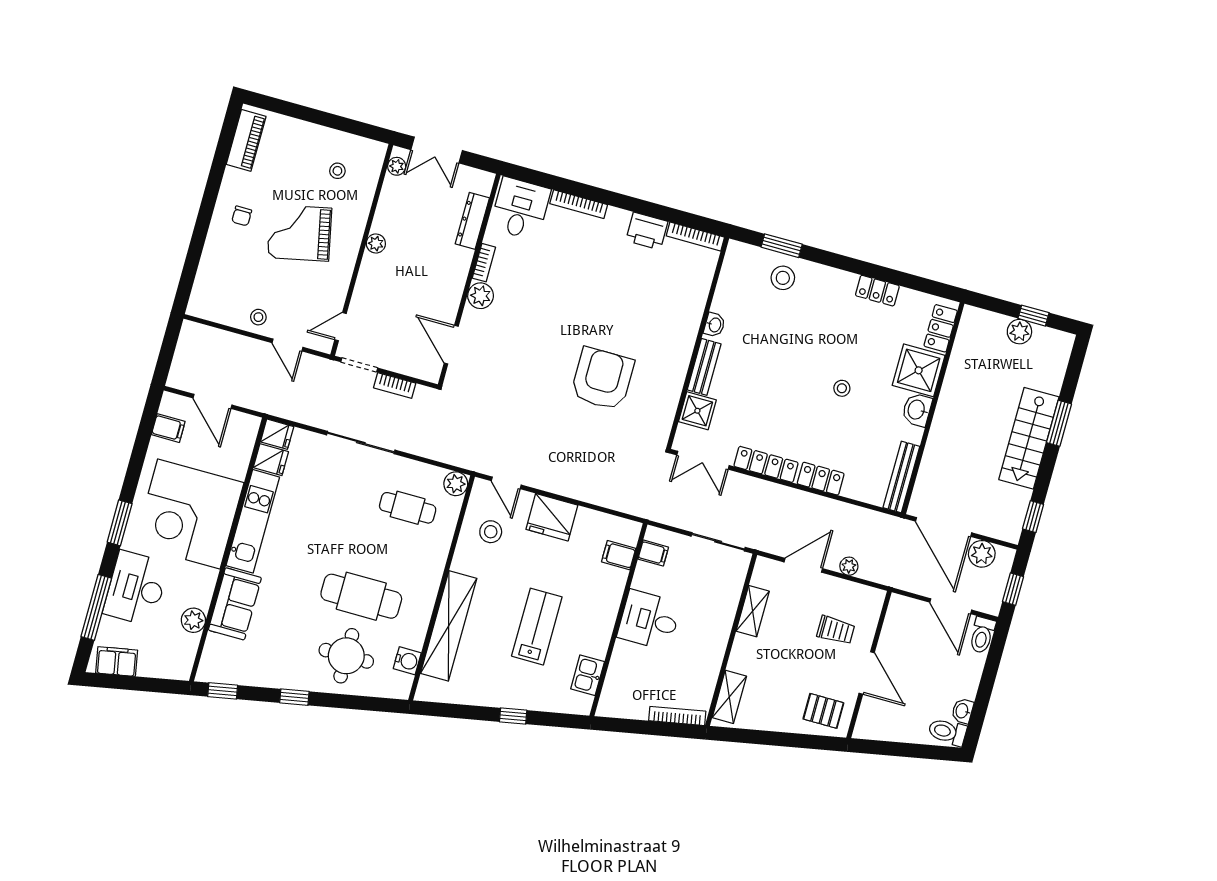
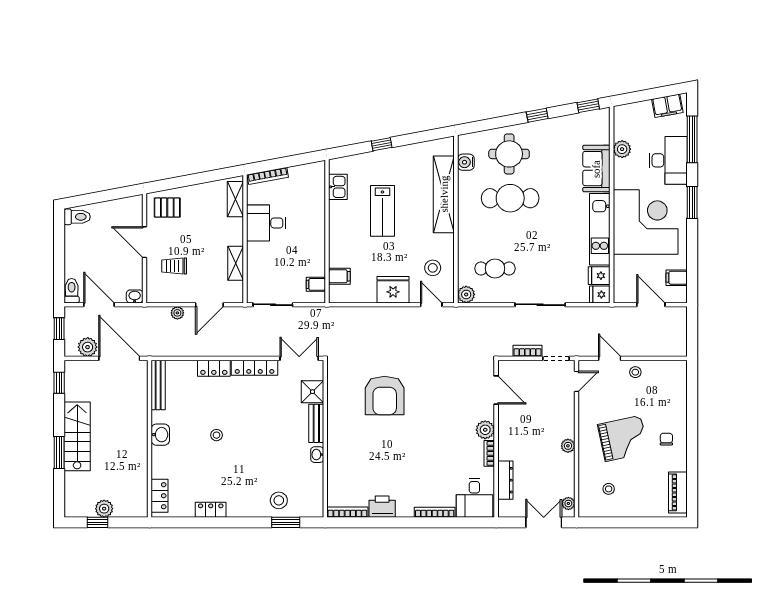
shower: (919, 370) -> (167, 462), removed
desk: (649, 620) -> (266, 223), moved, turned 180
washbasin: (962, 711) -> (135, 296), moved, turned -90

